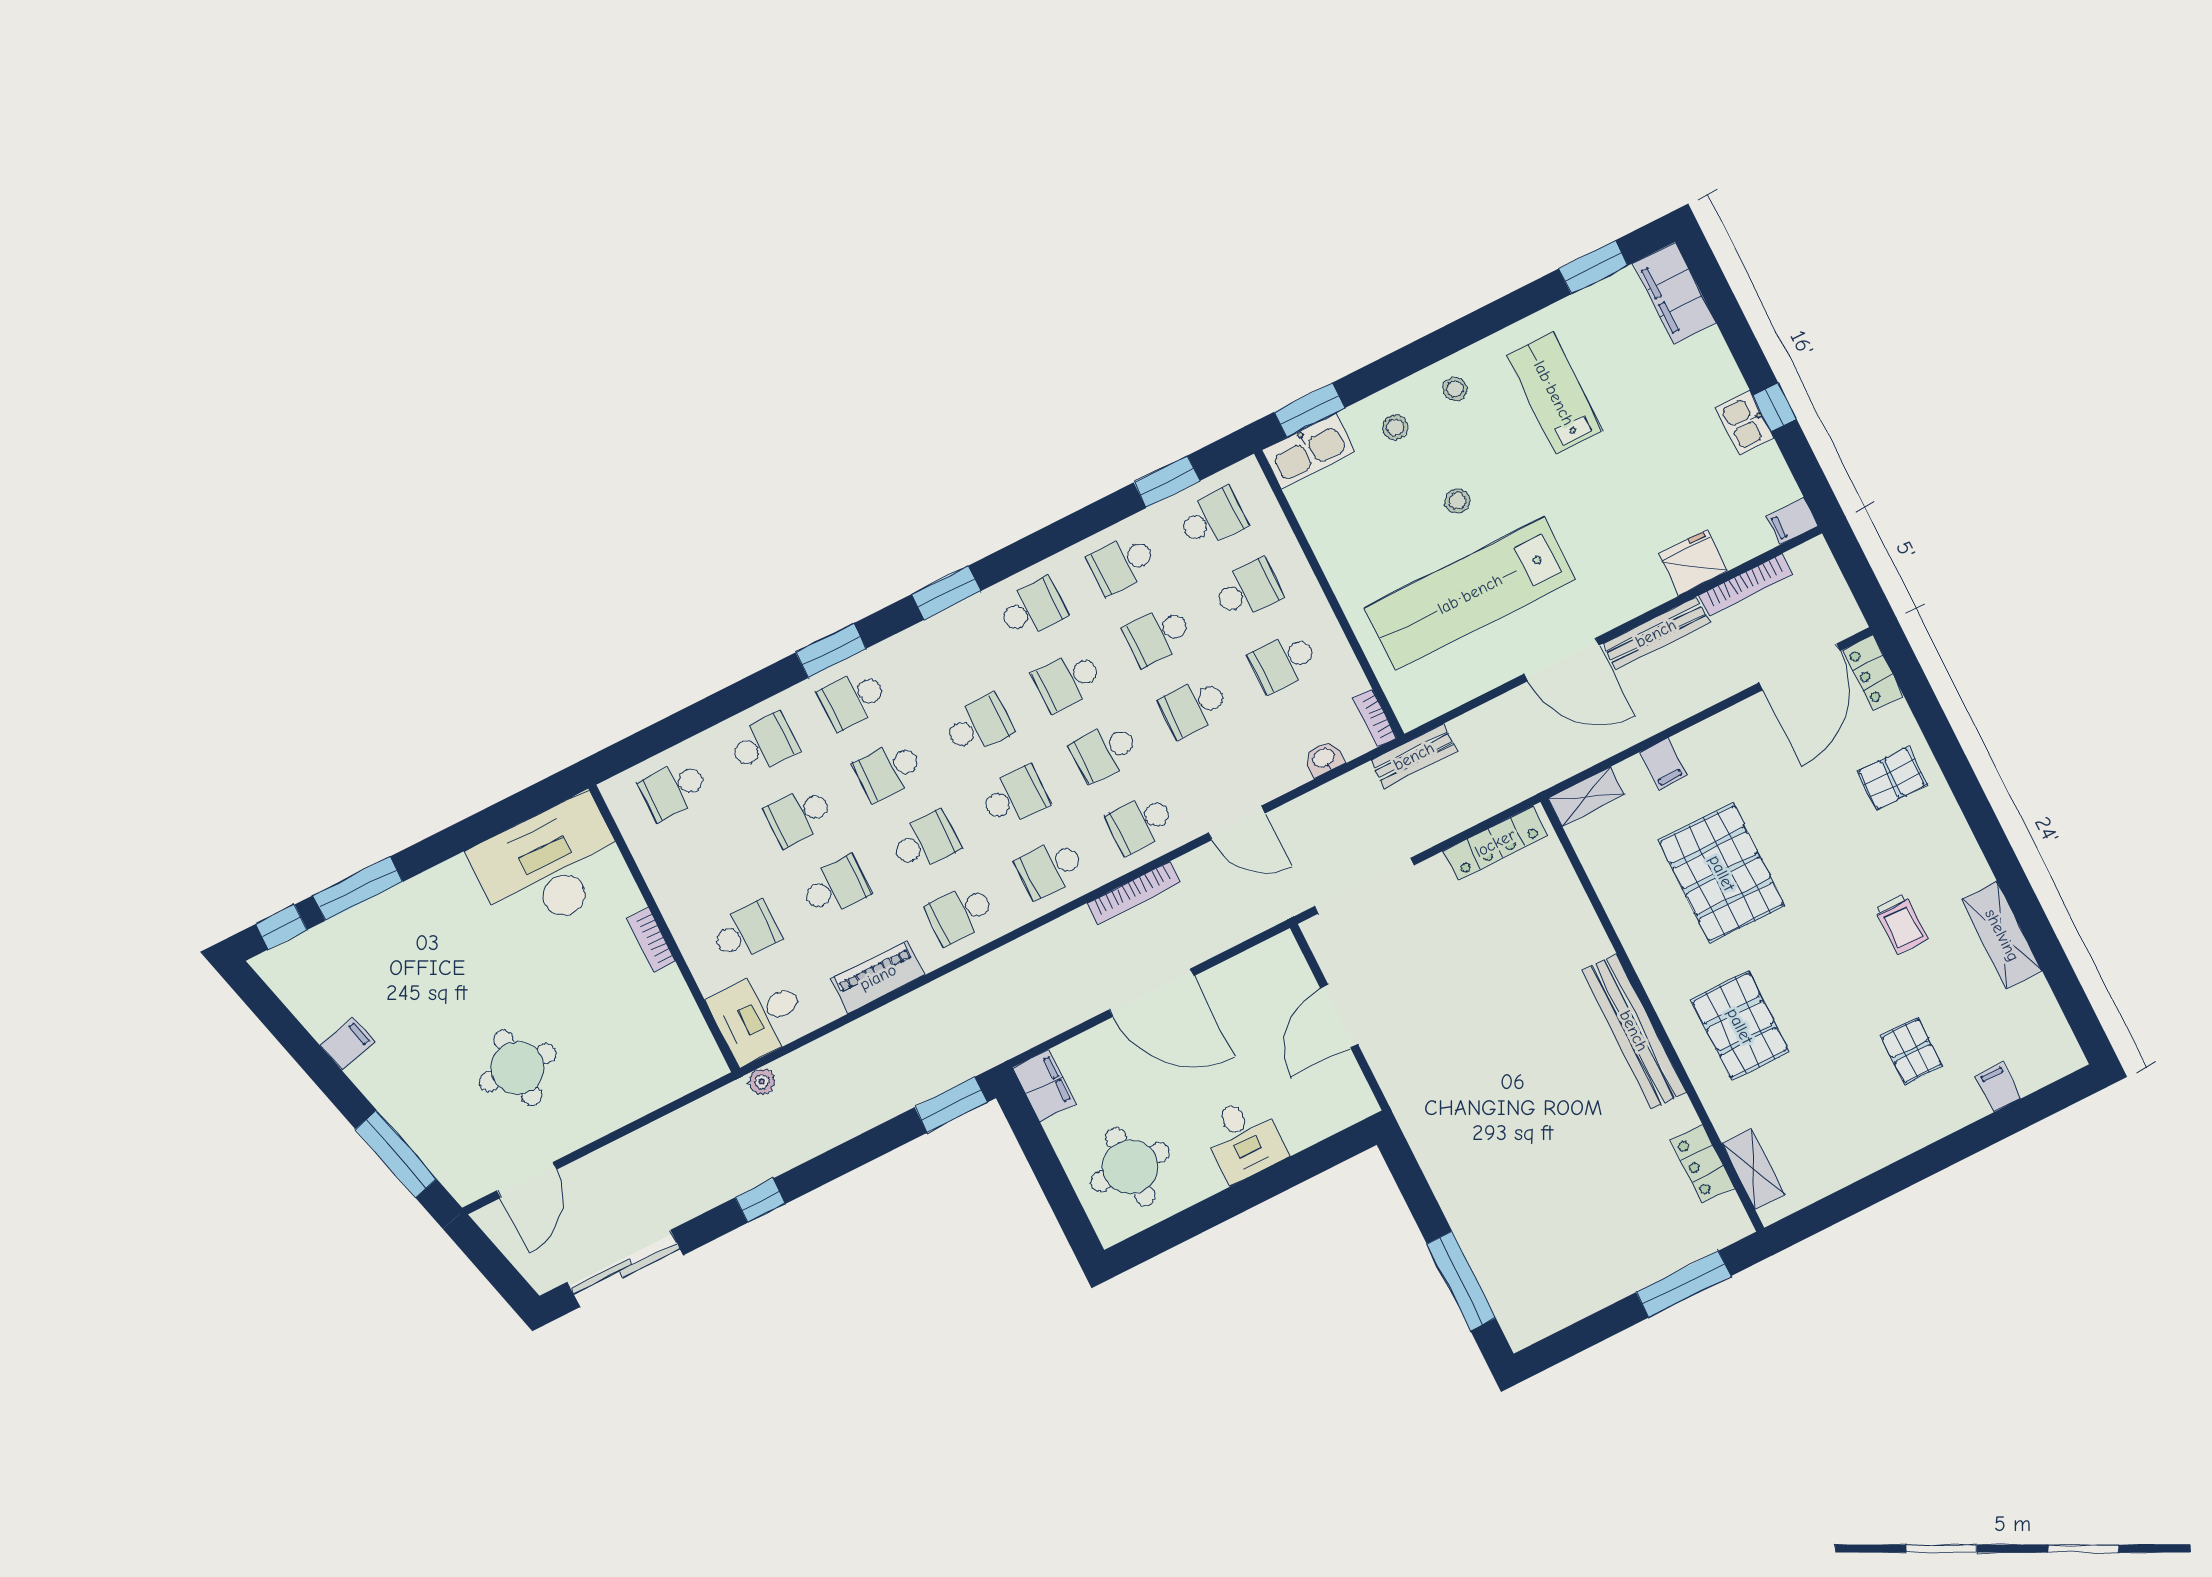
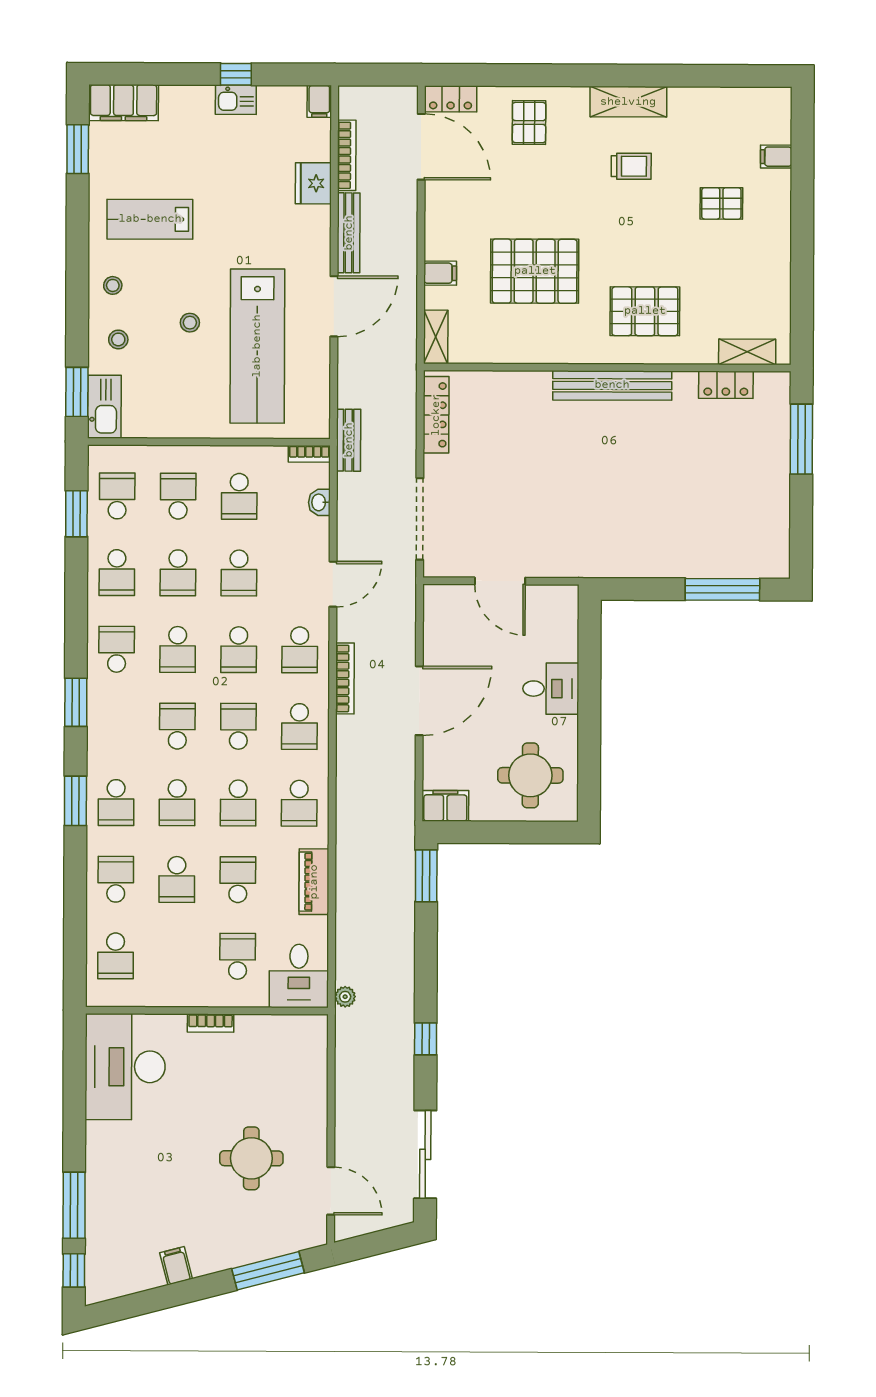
school desk: (925, 842) -> (238, 803), turned 180
shelving: (2002, 935) -> (628, 102), moved

